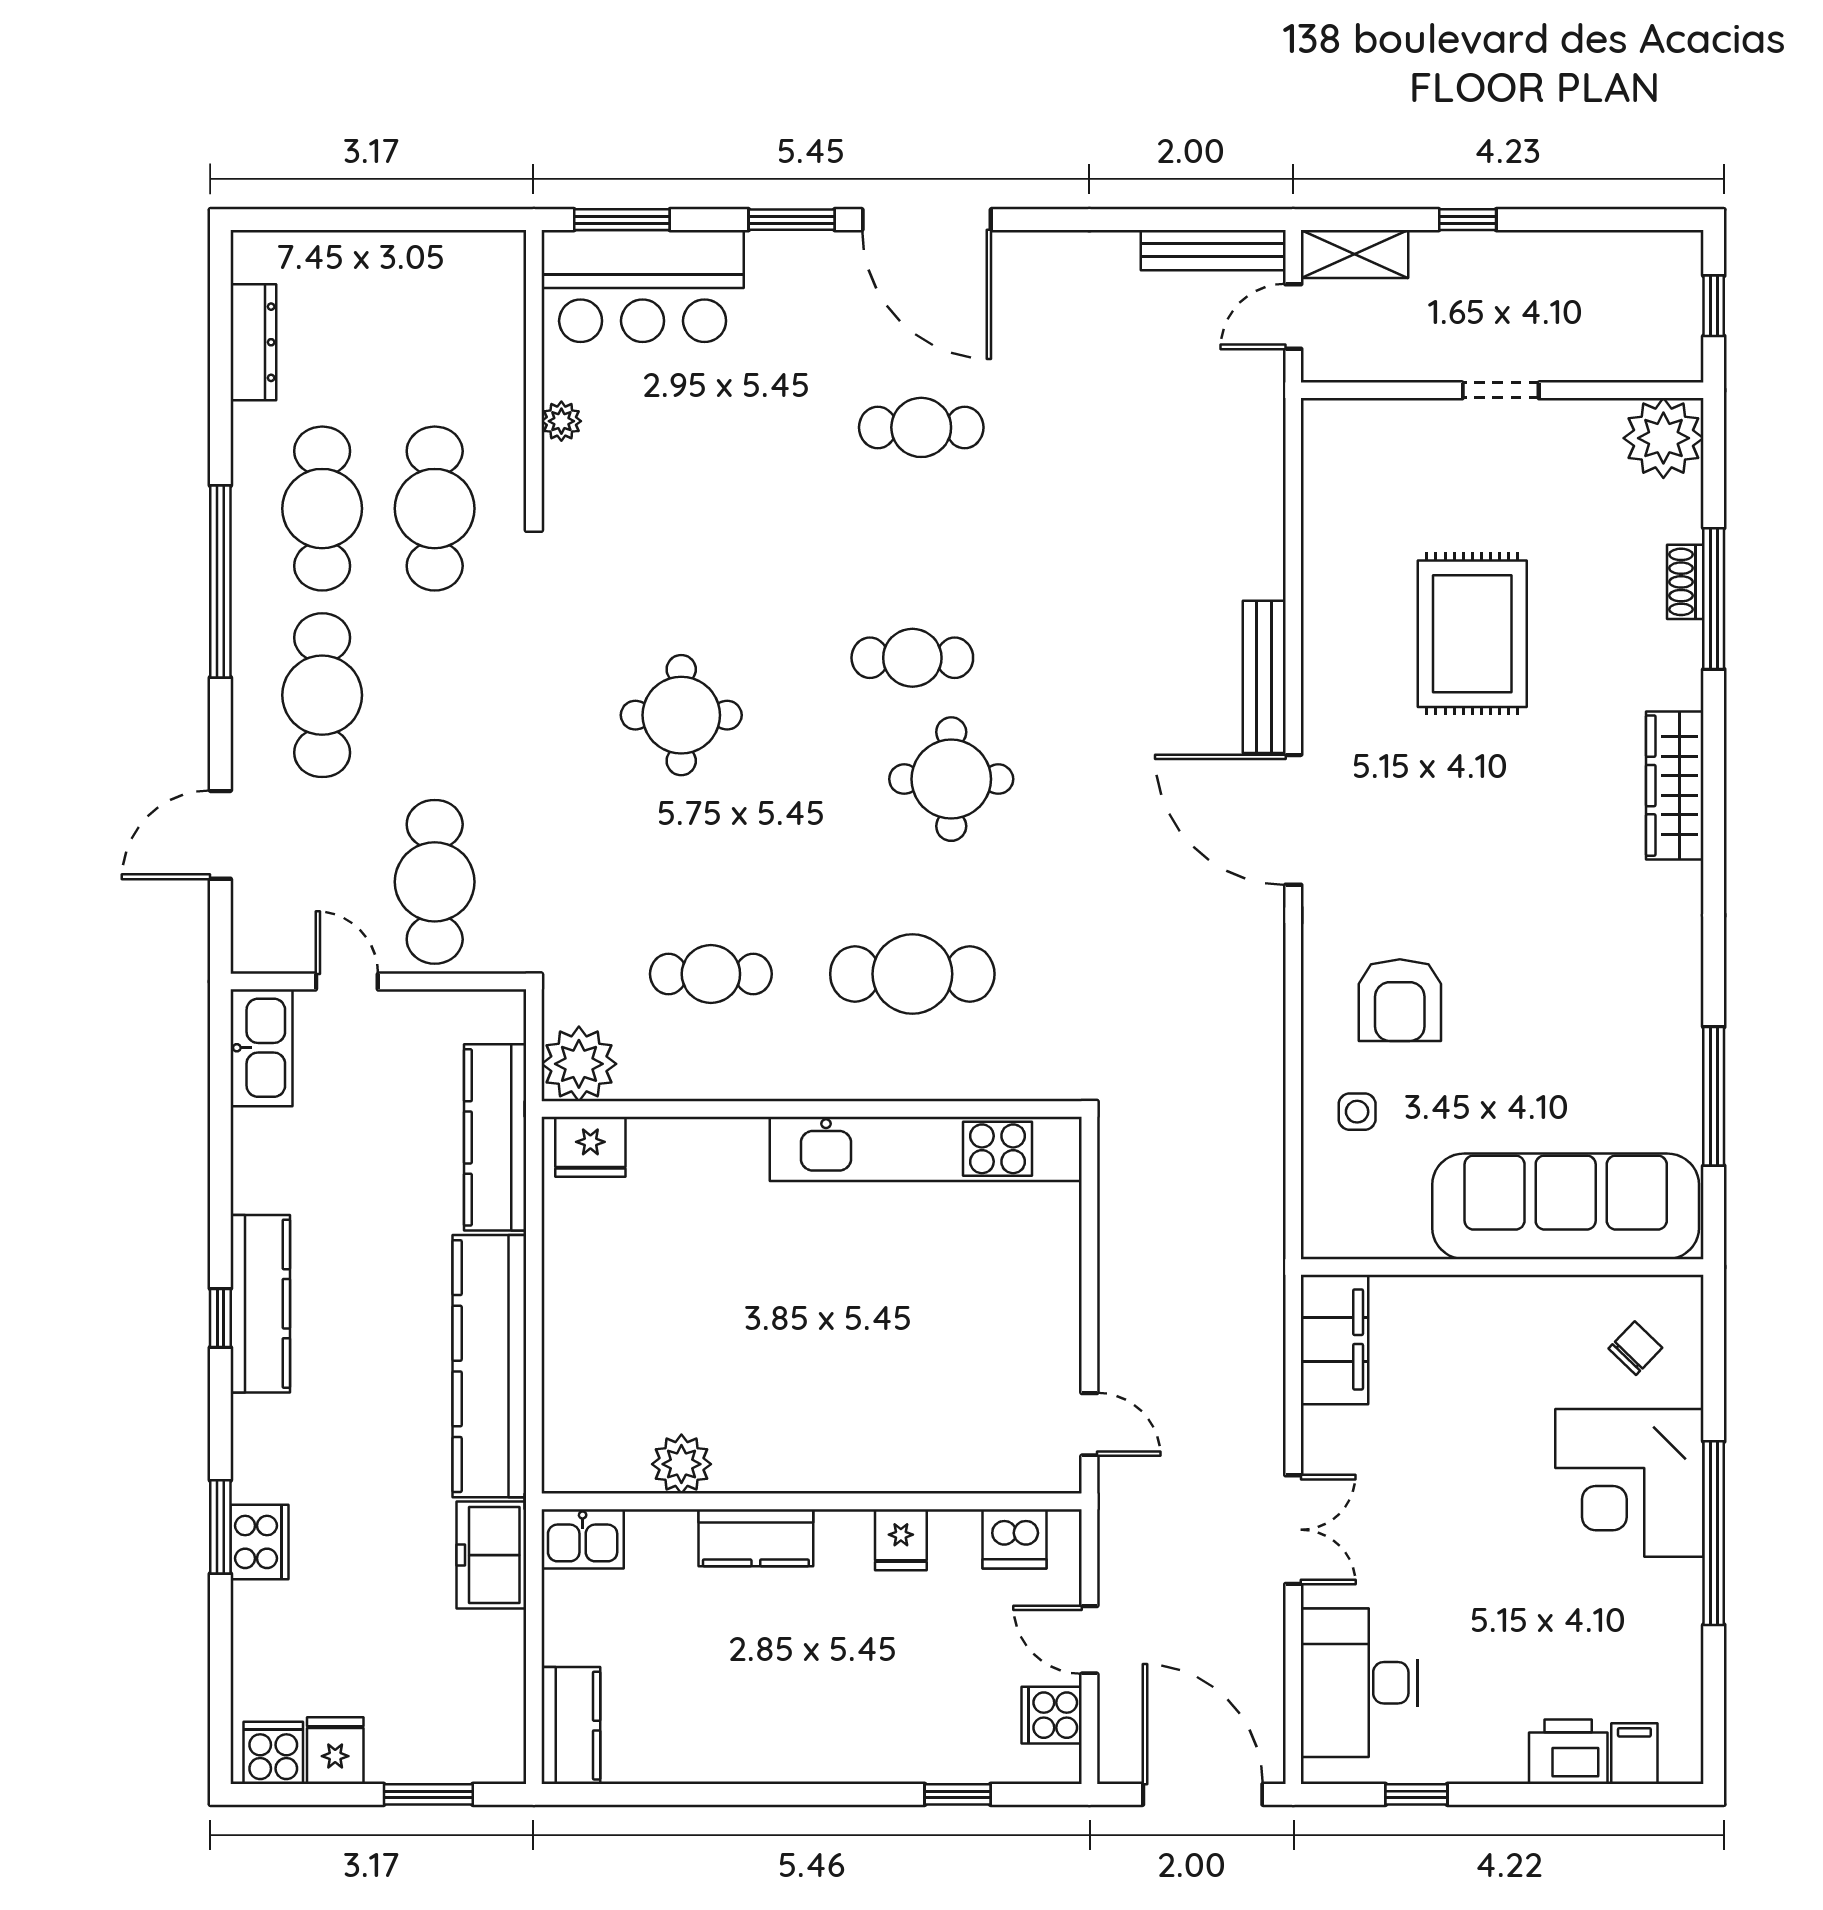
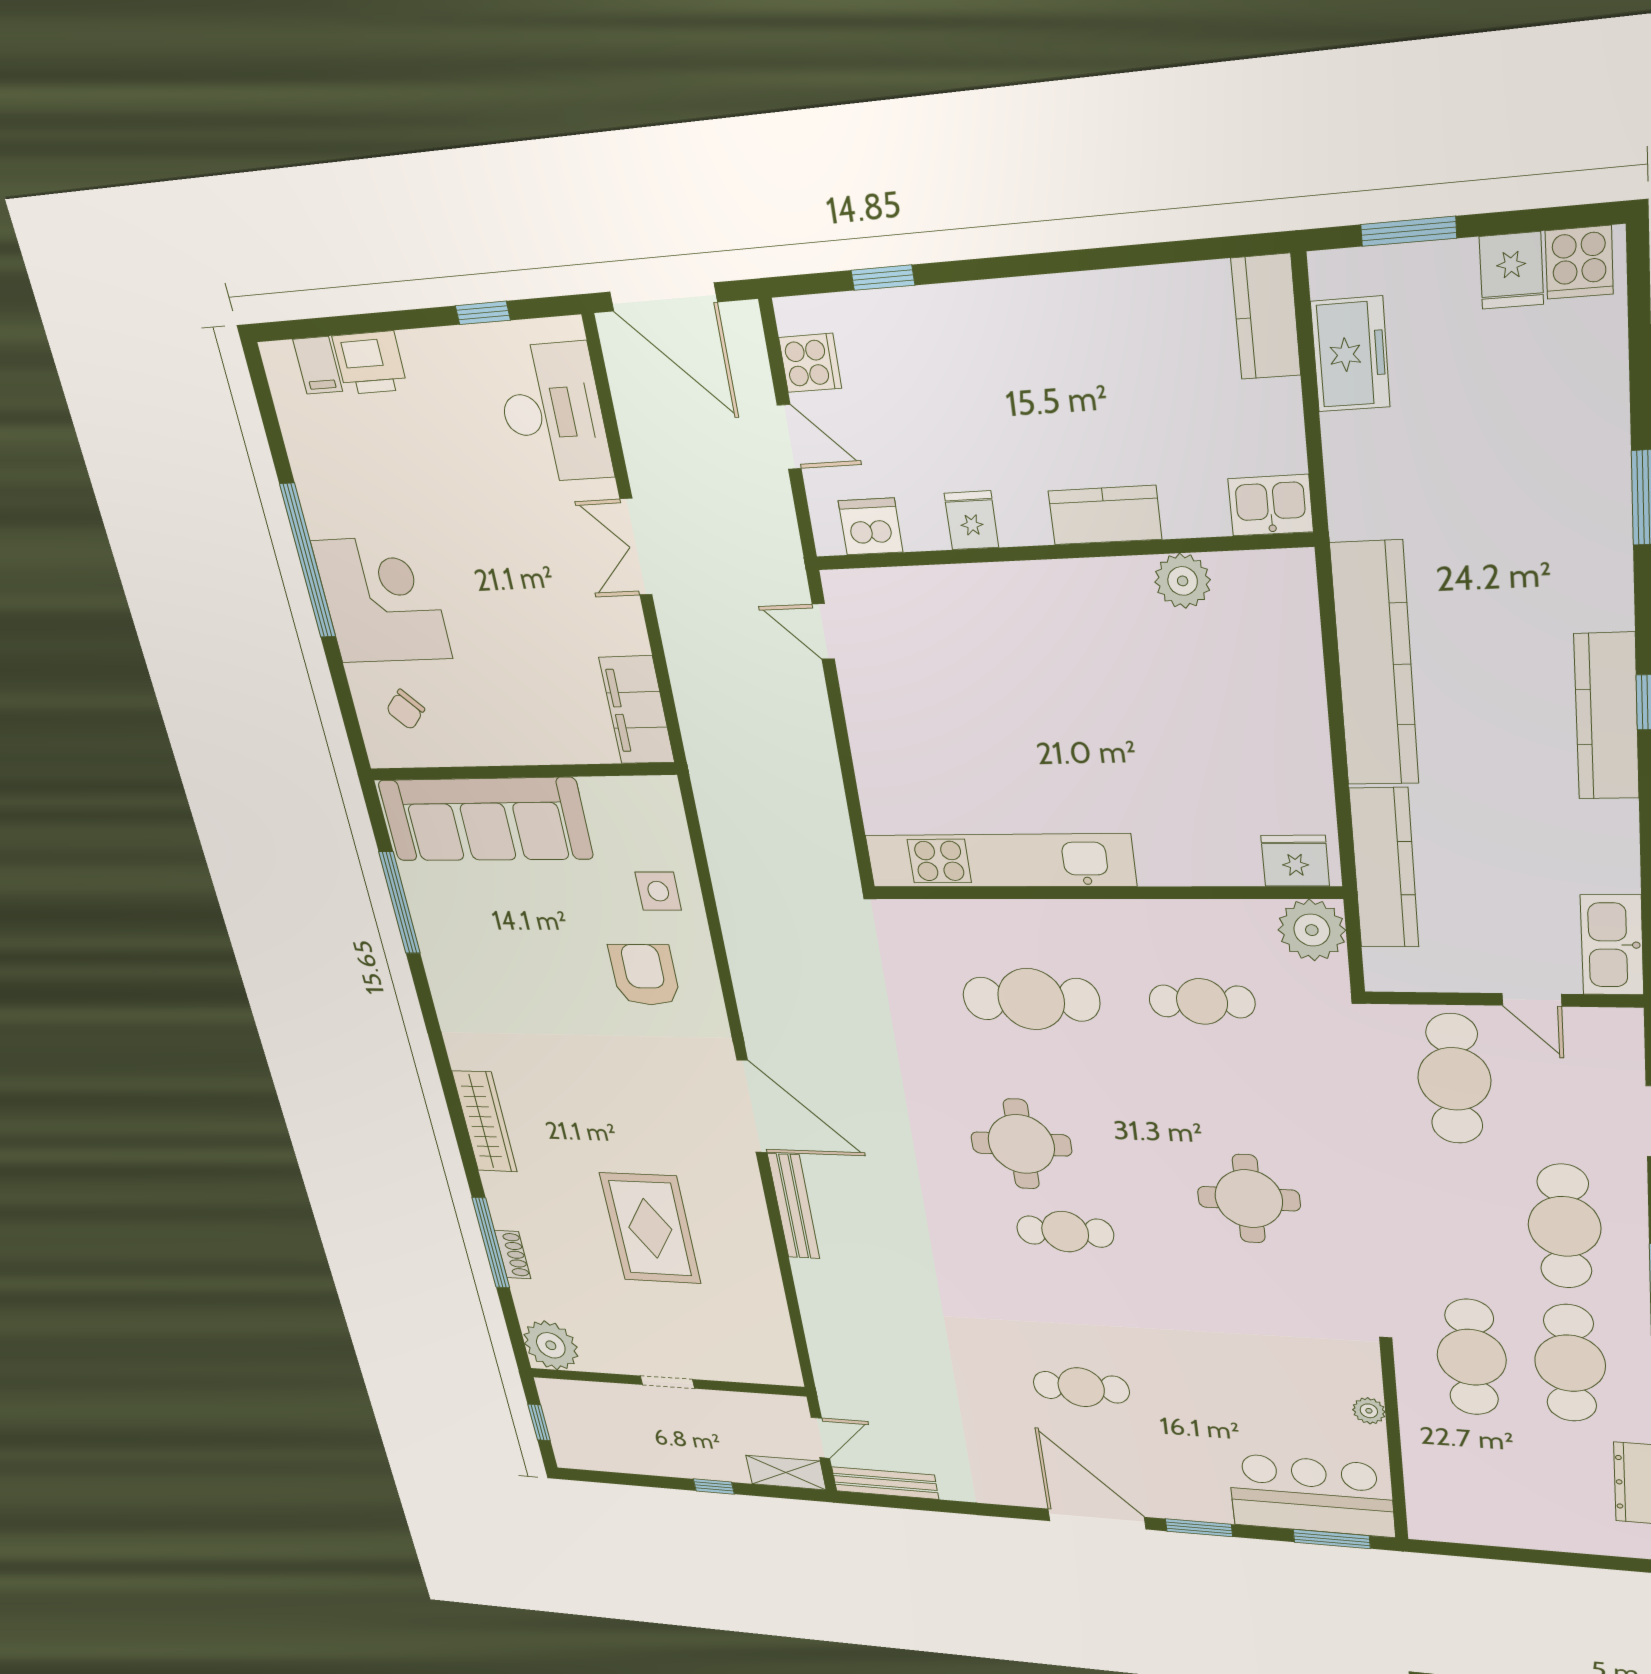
side table: (1357, 1112) -> (658, 891), width x1.37, depth x1.37
cooker: (259, 1542) -> (1601, 485), removed
freezer: (491, 1555) -> (1350, 354), moved

